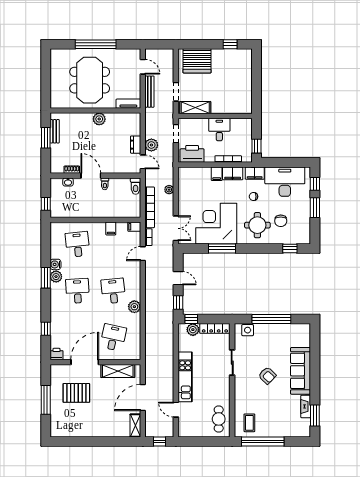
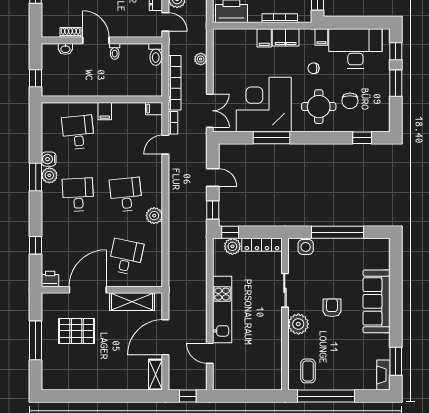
filing cabinet: (255, 173) -> (321, 37), width x0.50
filing cabinet: (111, 228) -> (105, 111), moved
armchair: (267, 376) -> (332, 308), turned -134
plant: (242, 388) -> (298, 324), added
fireplace: (306, 406) -> (383, 375), moved
cafe table: (219, 419) -> (267, 366), removed

